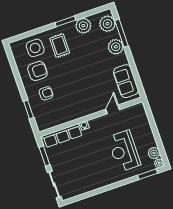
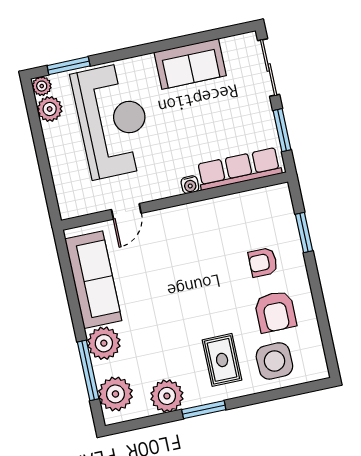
armchair: (37, 71) -> (275, 312), turned -90
sofa: (126, 81) -> (93, 280), width x1.36
reception desk: (124, 151) -> (113, 121), width x1.36, depth x1.30
sofa: (91, 182) -> (190, 64), added

